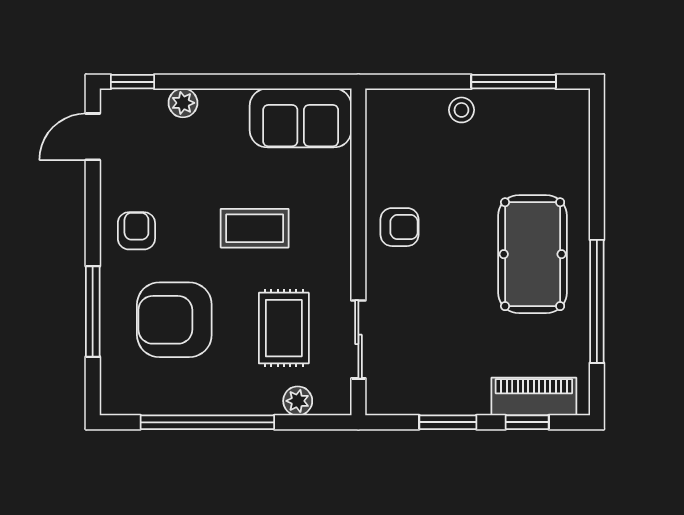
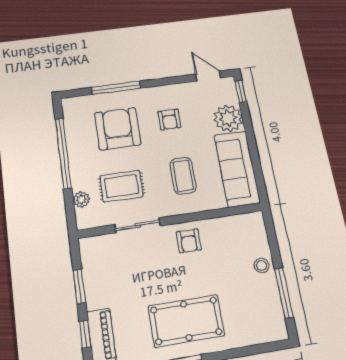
plant: (183, 103) -> (228, 118), width x1.87, depth x1.87
sofa: (301, 118) -> (237, 169), width x1.36
coffee table: (255, 228) -> (183, 176), moved
armchair: (136, 231) -> (169, 119), moved, turned 90
sliding door: (358, 339) -> (138, 225), moved

